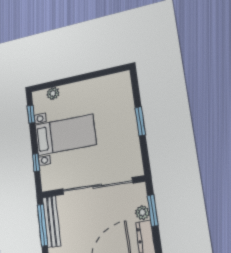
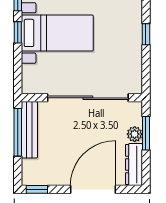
window: (140, 121) -> (146, 34), width x0.67
window: (36, 162) -> (18, 32), moved

